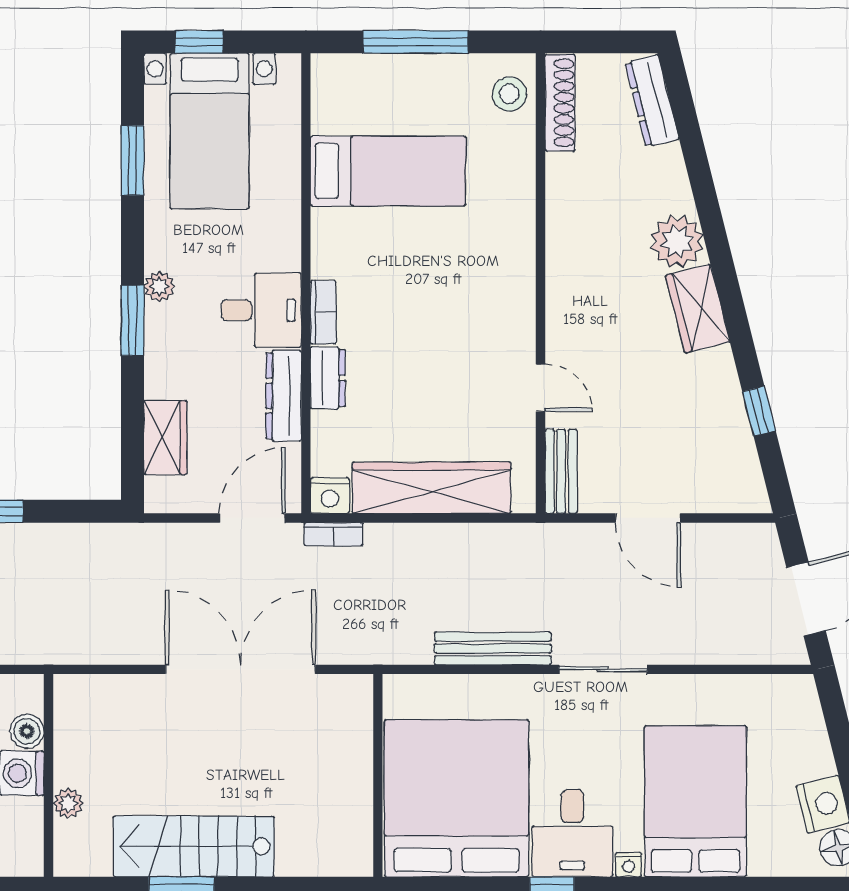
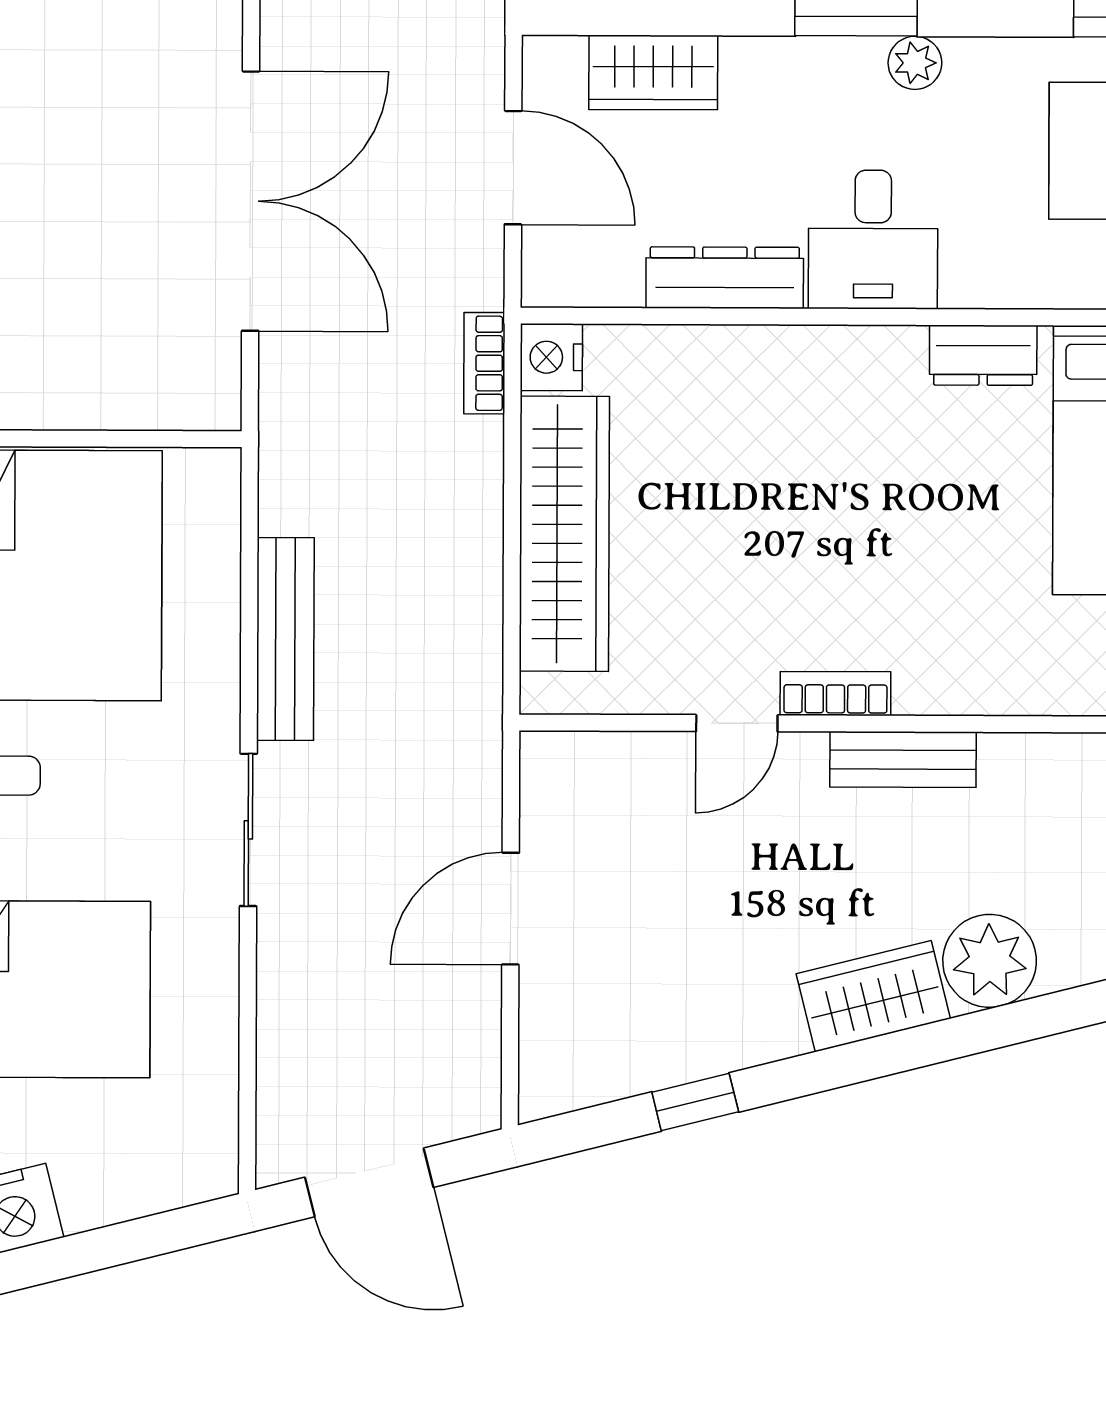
bookcase: (323, 312) -> (835, 694), moved, turned 180
dresser: (328, 378) -> (983, 355), moved
bench: (561, 471) -> (903, 760), moved
door: (252, 518) -> (513, 168), moved

